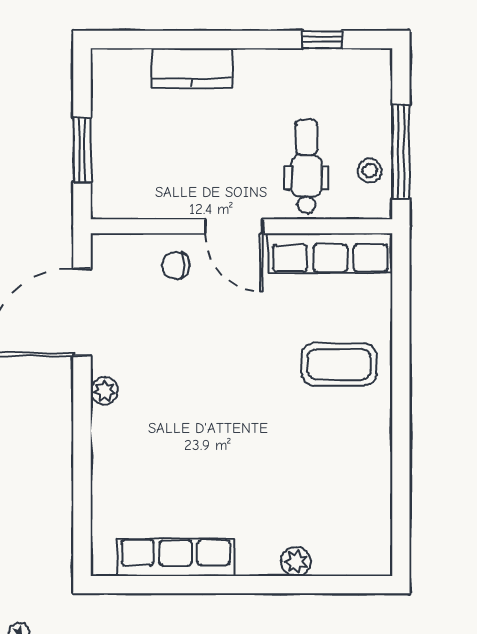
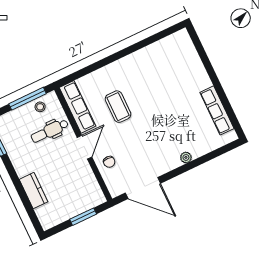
coffee table: (339, 364) -> (118, 107), moved
plant: (104, 391) -> (186, 157), moved
plant: (296, 561) -> (197, 65), removed

